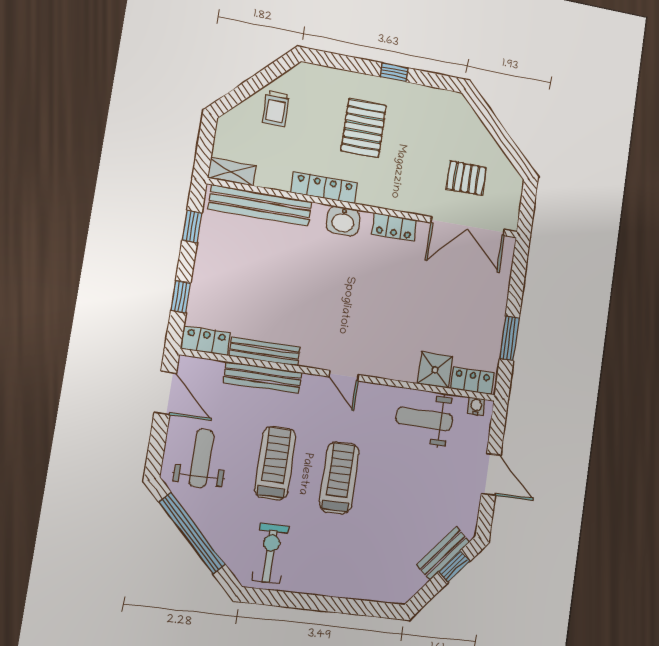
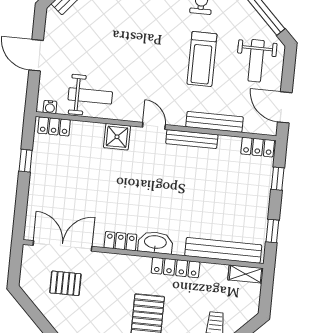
washbasin: (343, 221) -> (155, 243), width x1.38
window: (509, 338) -> (26, 161), width x0.67
bench: (265, 351) -> (192, 139), moved
shower: (435, 370) -> (117, 137), moved
treadmill: (339, 478) -> (153, 49), removed

